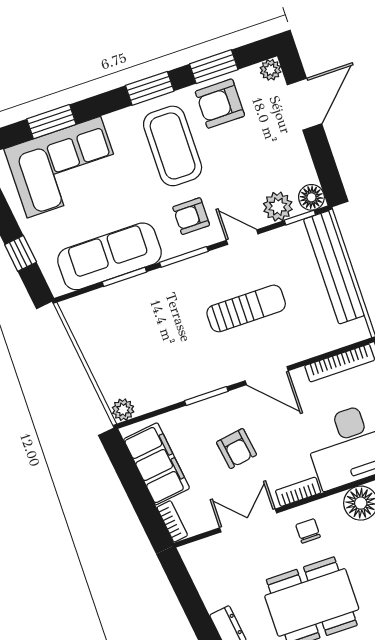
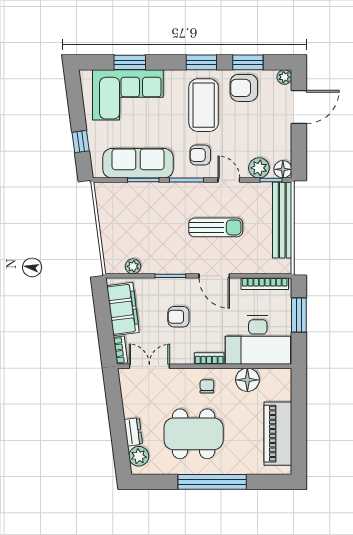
plant: (123, 410) -> (133, 266), moved
armchair: (237, 449) -> (178, 317), turned 99
double door: (248, 520) -> (149, 366), moved

